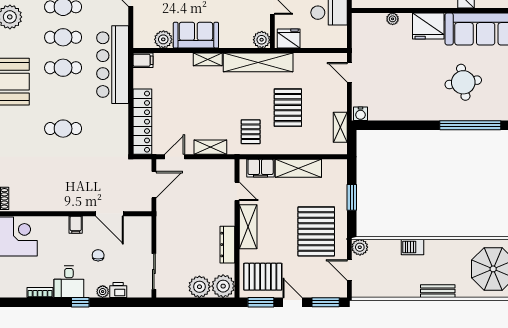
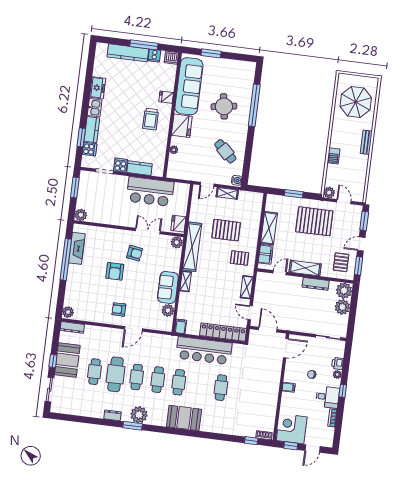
bar counter: (113, 65) -> (204, 351), moved
cafe table: (400, 92) -> (225, 151), added
shelving: (340, 127) -> (227, 193), moved
door: (110, 214) -> (286, 348), moved
door: (349, 270) -> (344, 202), swing flipped
pallet: (263, 277) -> (341, 262), width x0.67, depth x0.71

